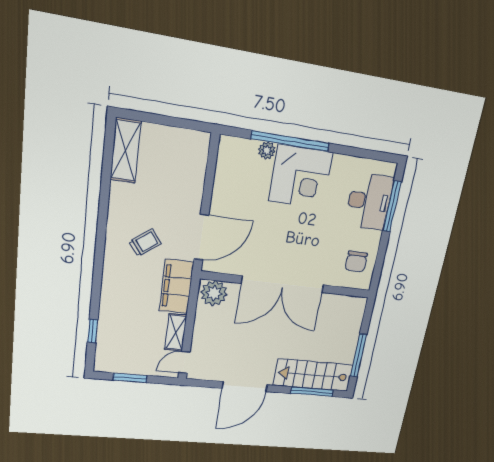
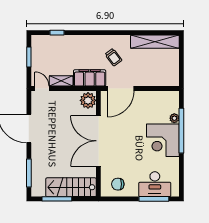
shelving: (126, 151) -> (155, 42), width x1.47
door: (201, 237) -> (121, 89), hinge flipped
stairs: (313, 375) -> (71, 187), moved, turned -90

